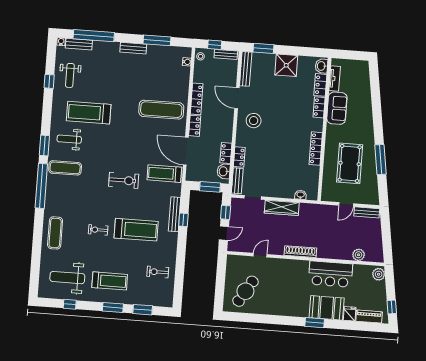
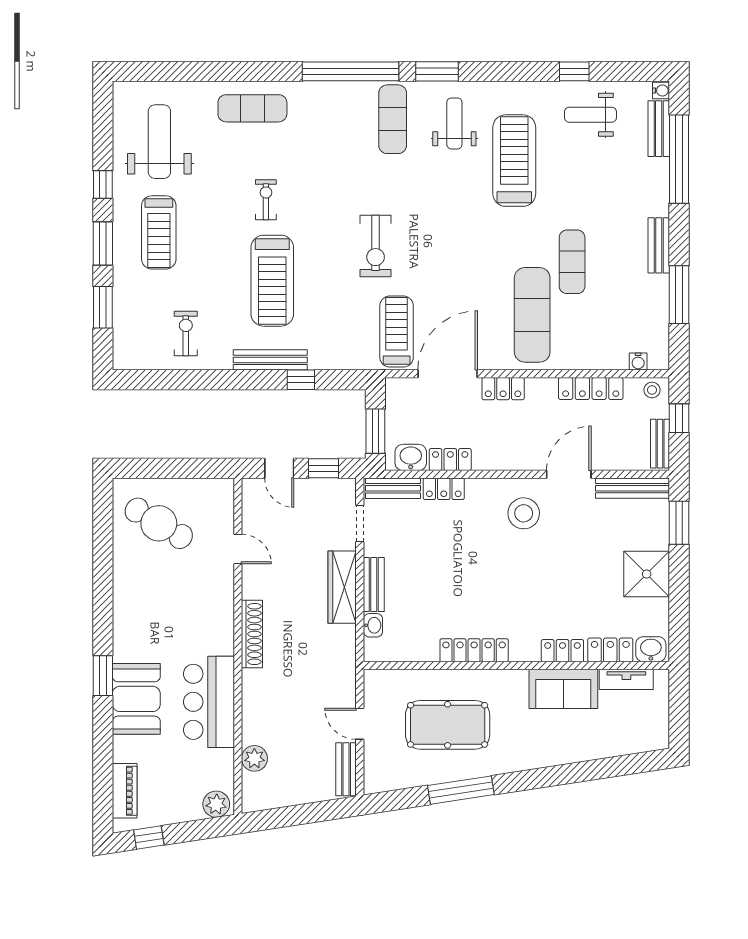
exercise mat: (138, 89) -> (572, 262), added
locker: (197, 99) -> (591, 388), moved
bench: (282, 193) -> (374, 584), added
bench: (175, 214) -> (270, 360), moved
window: (70, 304) -> (103, 184), moved
fridge: (350, 314) -> (127, 749), removed

